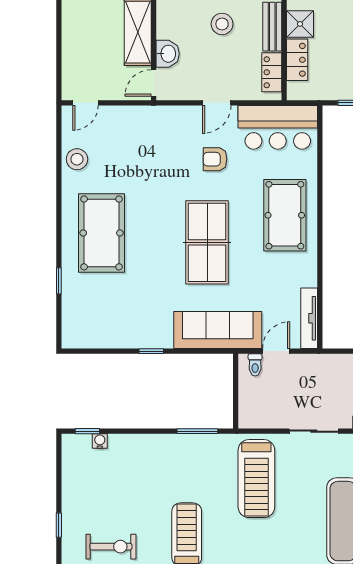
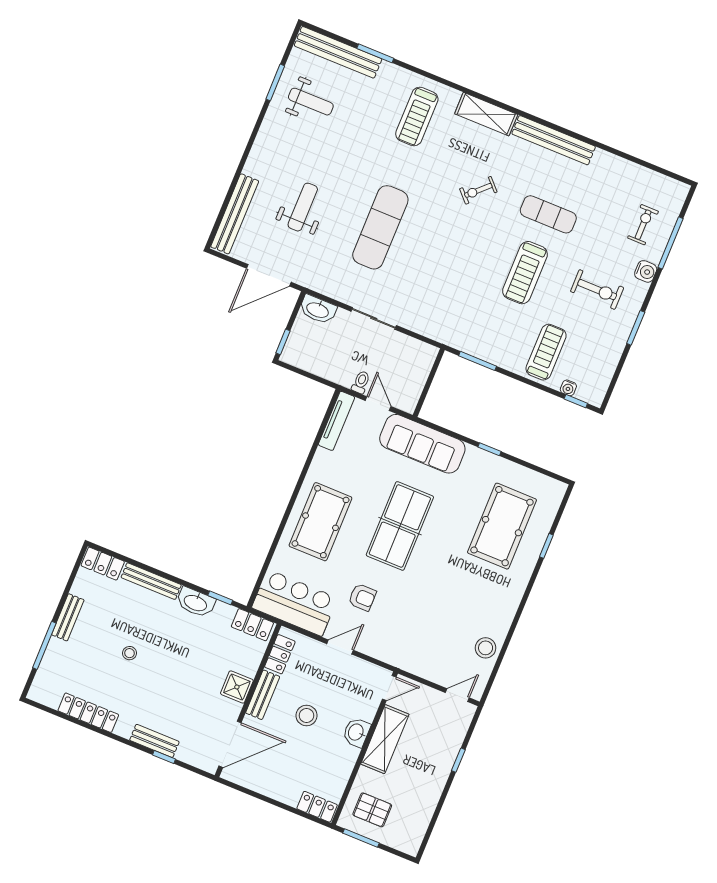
window: (59, 41) -> (458, 760), added
washbasin: (168, 54) -> (356, 732), moved
locker: (297, 60) -> (252, 625), moved, turned -90
pool table: (102, 233) -> (502, 526), moved
door: (276, 351) -> (378, 404), swing flipped
toilet: (255, 365) -> (361, 382), moved
treadmill: (256, 479) -> (546, 352), moved, width x0.73, depth x0.73
window: (59, 525) -> (636, 328), width x1.50
exercise bike: (111, 547) -> (597, 290), turned 180

